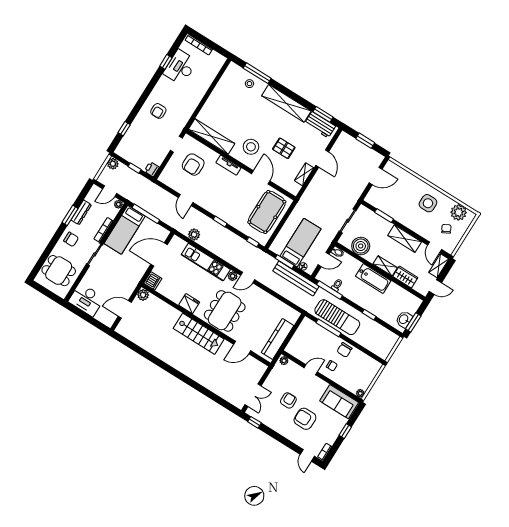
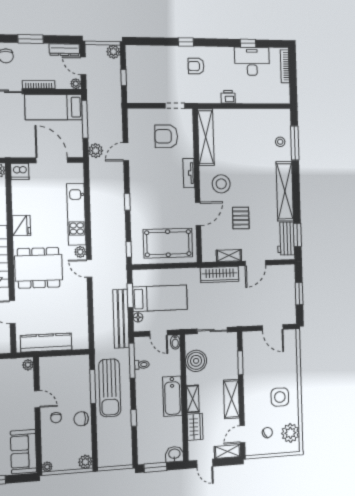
window: (124, 129) -> (186, 42), moved
printer: (152, 169) -> (228, 97), moved
wardrobe: (313, 190) -> (220, 274), added
dresser: (81, 212) -> (64, 50), moved
plant: (194, 234) -> (96, 151), moved
washbasin: (404, 319) -> (174, 454), moved
plant: (375, 366) -> (85, 462), added

